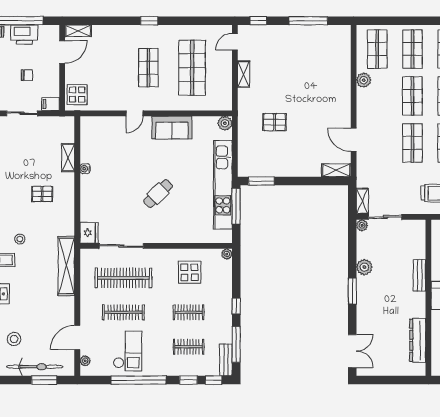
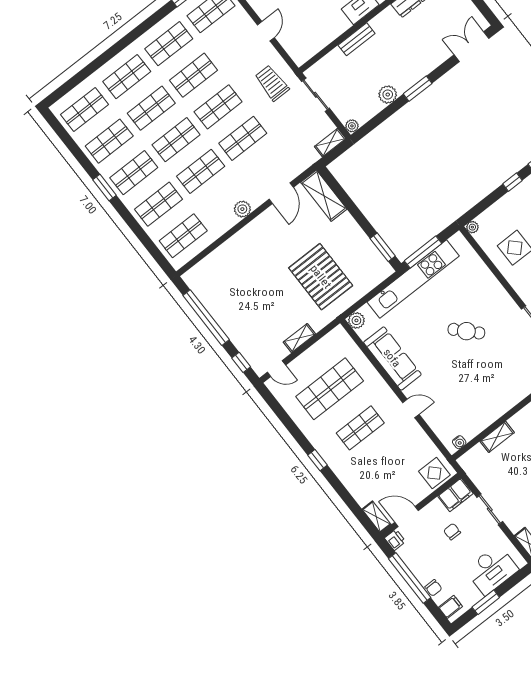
window: (308, 21) -> (206, 318), width x1.46
printer: (24, 34) -> (395, 540), moved, width x0.53, depth x0.68
plant: (364, 80) -> (242, 209), moved
filing cabinet: (51, 104) -> (455, 495), width x2.00
pallet: (275, 122) -> (321, 277), width x2.05, depth x2.00
sofa: (172, 128) -> (392, 358), width x1.36
water cooler: (85, 169) -> (459, 442), moved
shelving: (336, 170) -> (324, 196), width x1.50, depth x1.33
sliding door: (385, 217) -> (316, 95), moved

